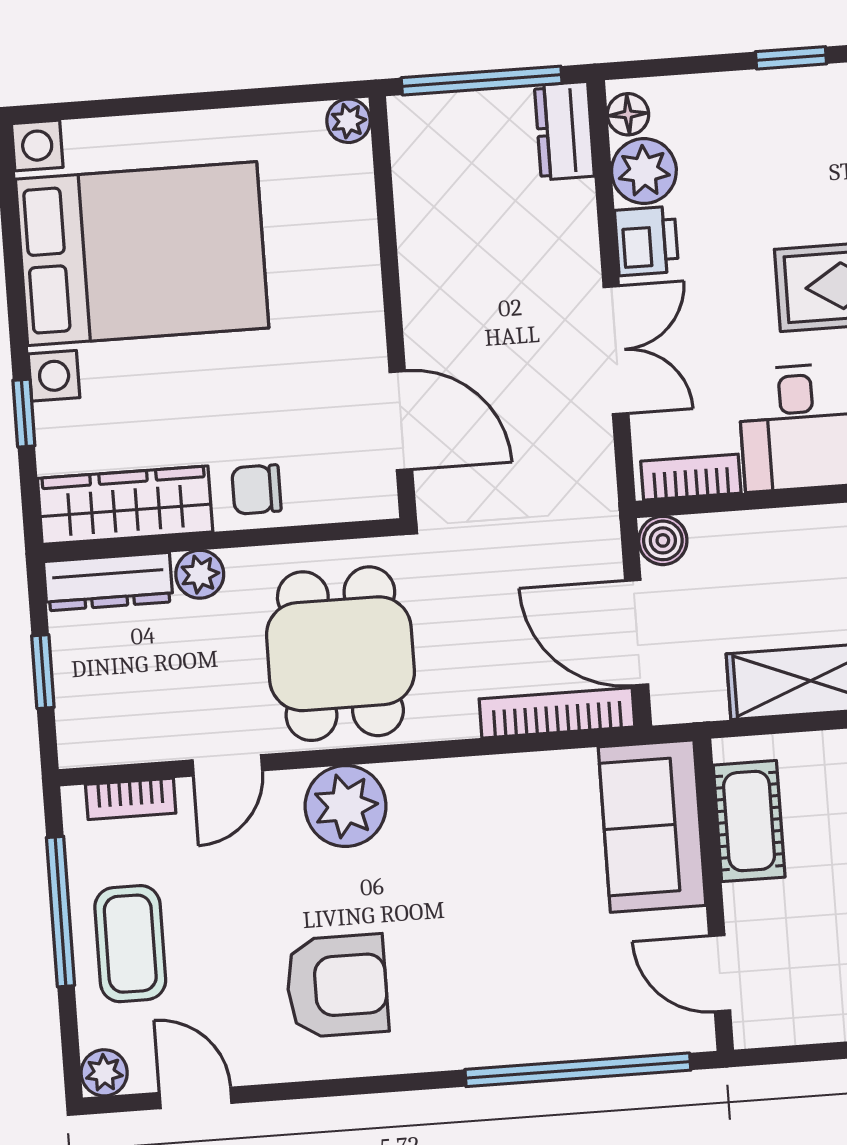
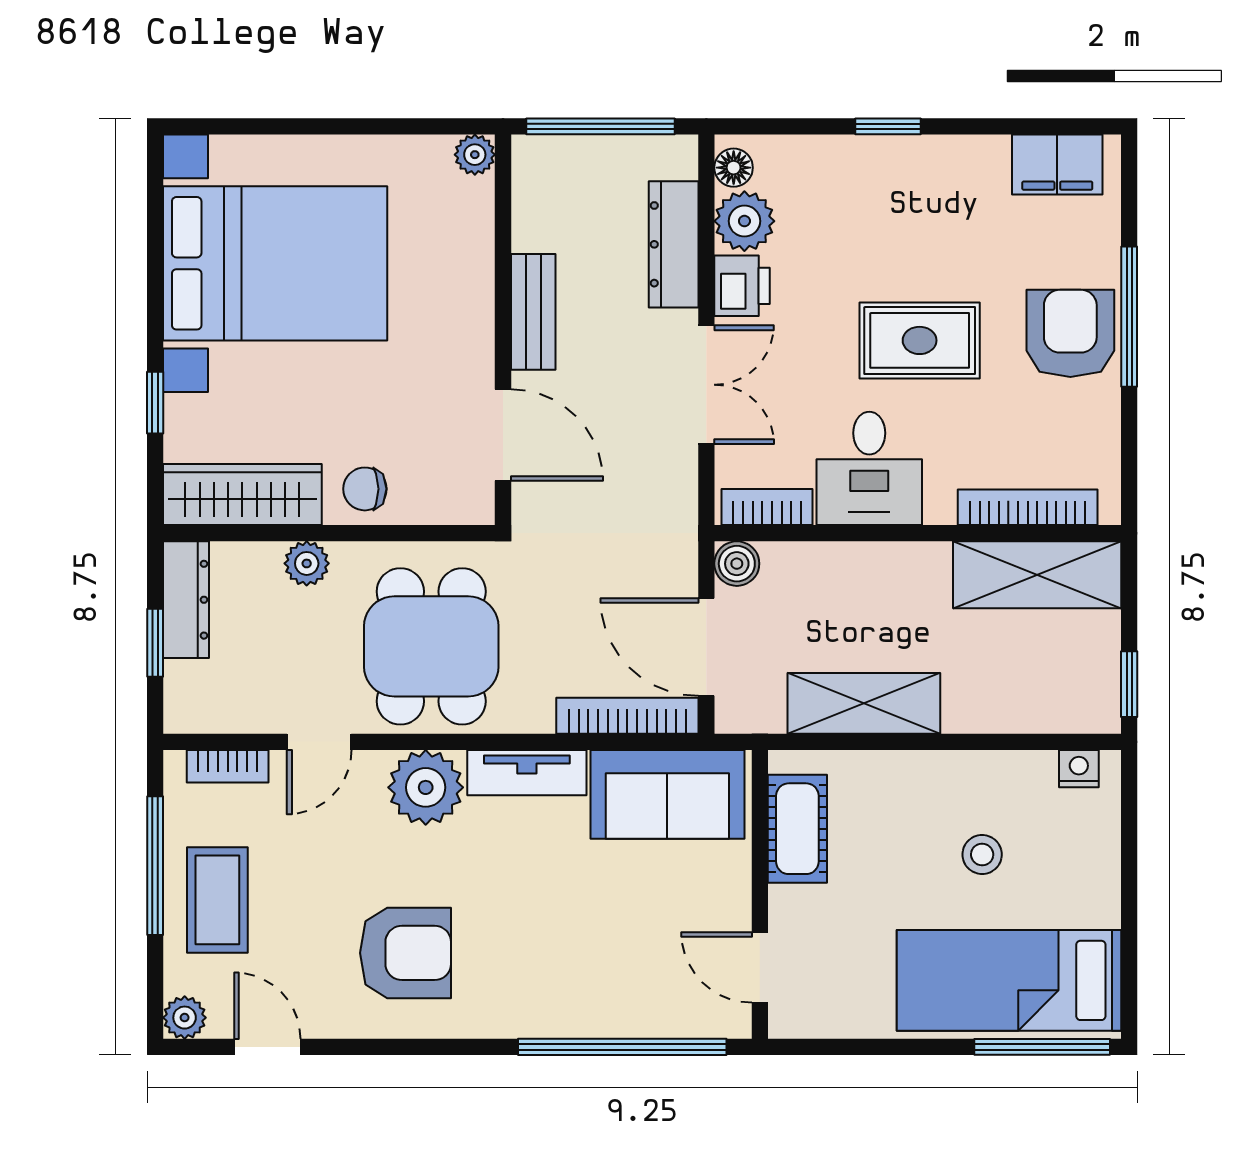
dresser: (564, 131) -> (674, 244), moved, width x1.44
bench: (424, 285) -> (533, 312), added
dresser: (108, 582) -> (186, 600), moved, turned -90
tv unit: (453, 782) -> (527, 773), added
sofa: (652, 826) -> (667, 794), moved, turned -90

